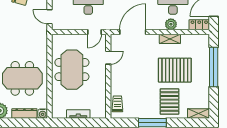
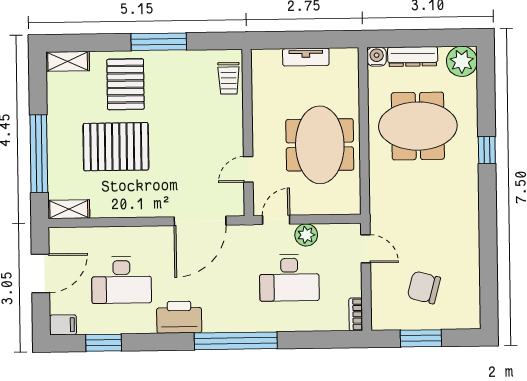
plant: (171, 24) -> (306, 235), moved
locker: (199, 25) -> (69, 237), removed
shelving: (170, 39) -> (69, 209), moved

